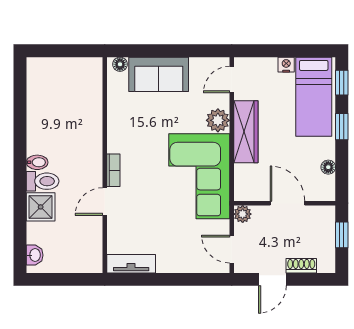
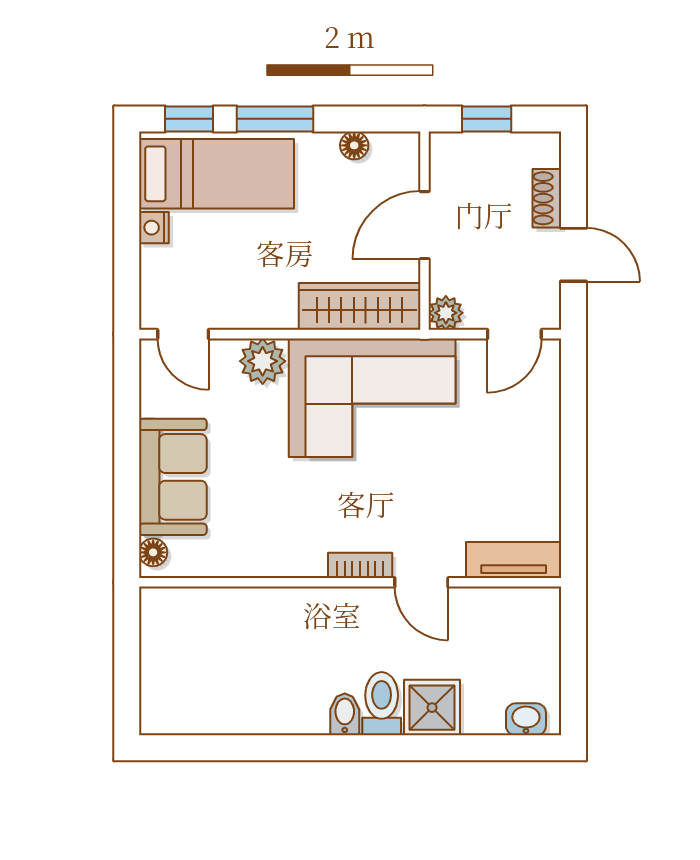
window: (342, 127) -> (275, 119), width x1.50
wardrobe: (246, 132) -> (360, 306), moved
tv unit: (131, 264) -> (514, 560), moved, turned 90

